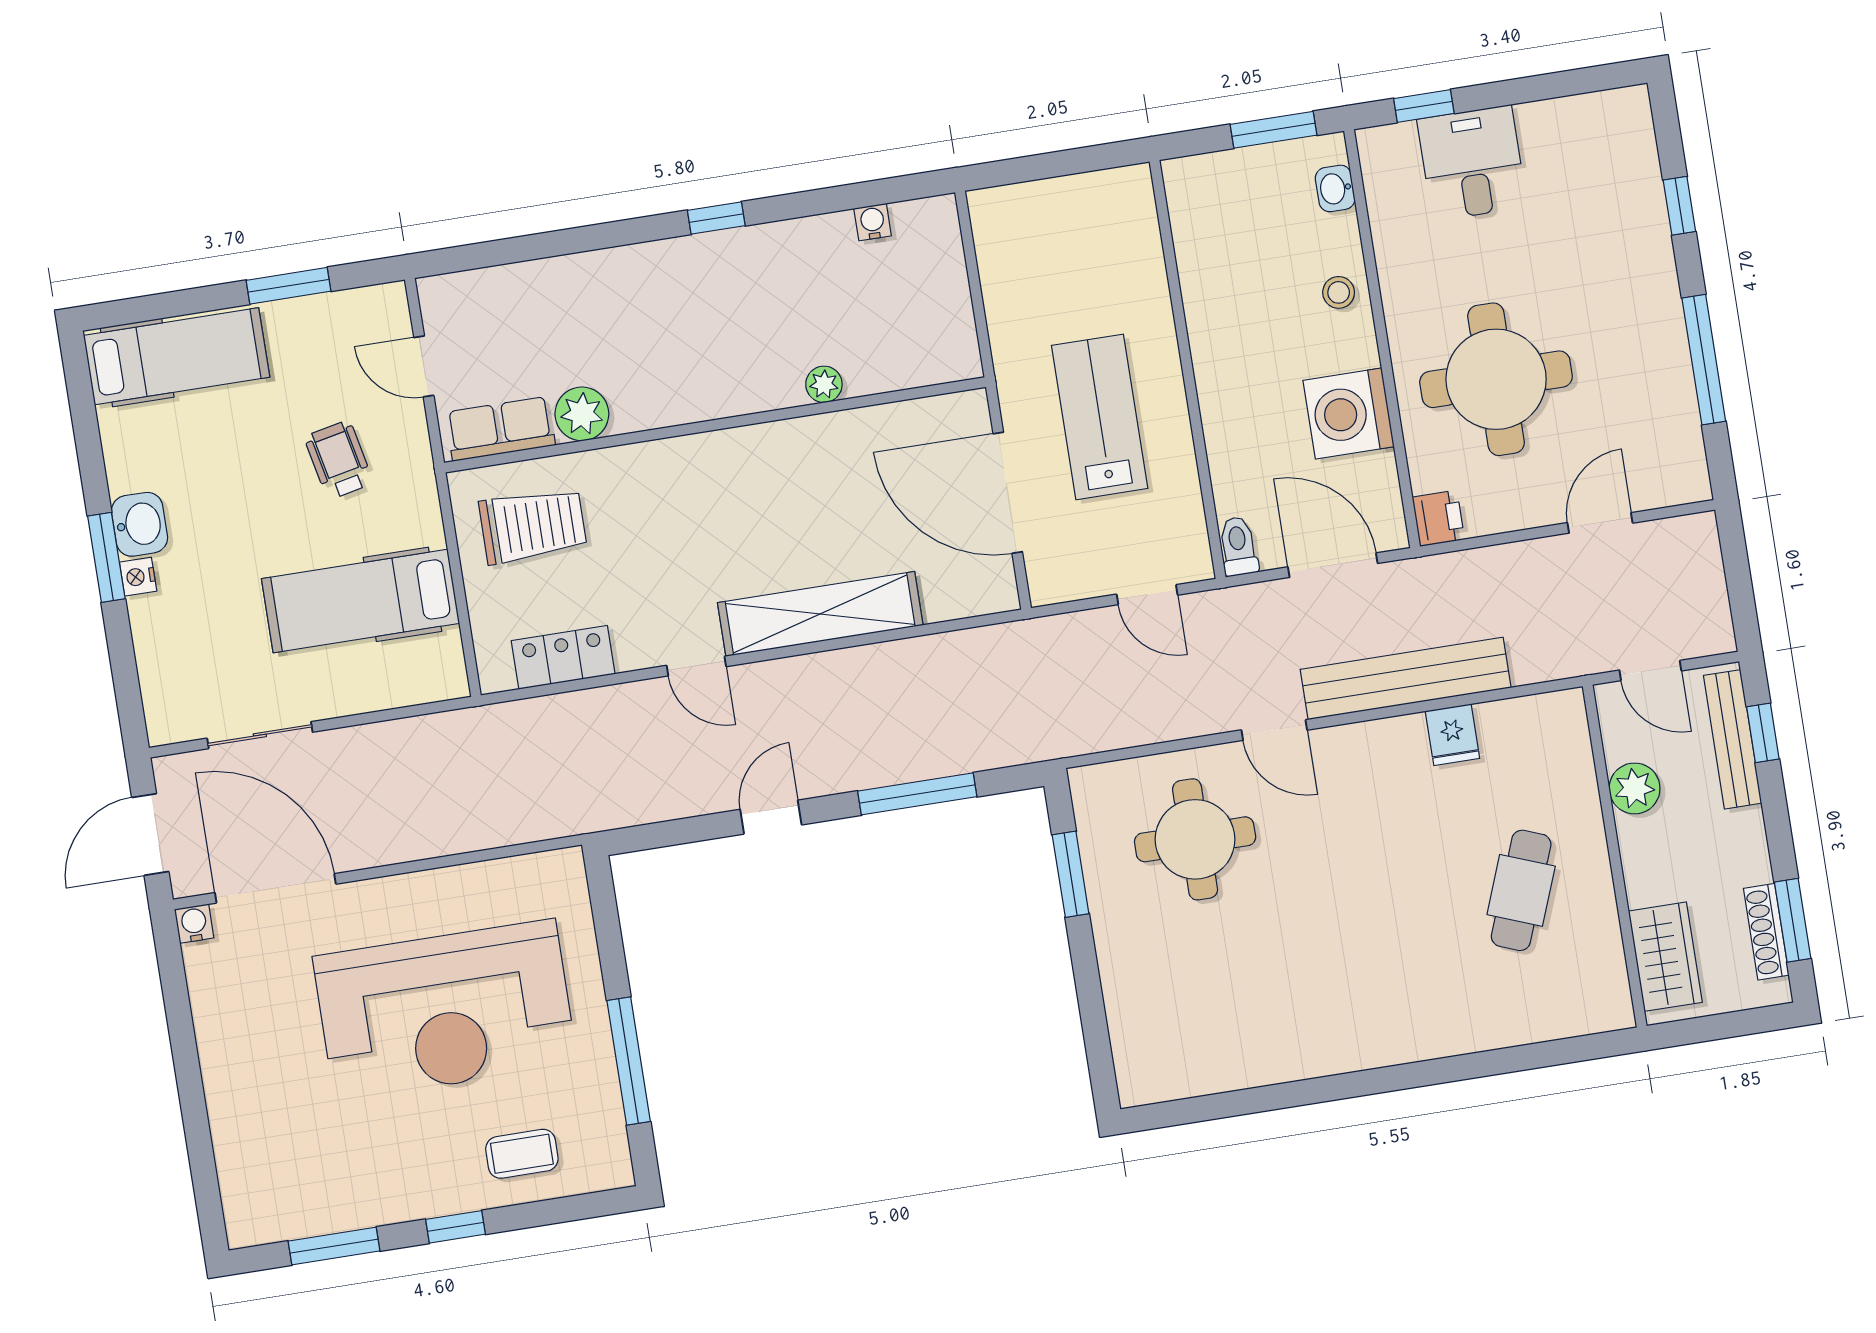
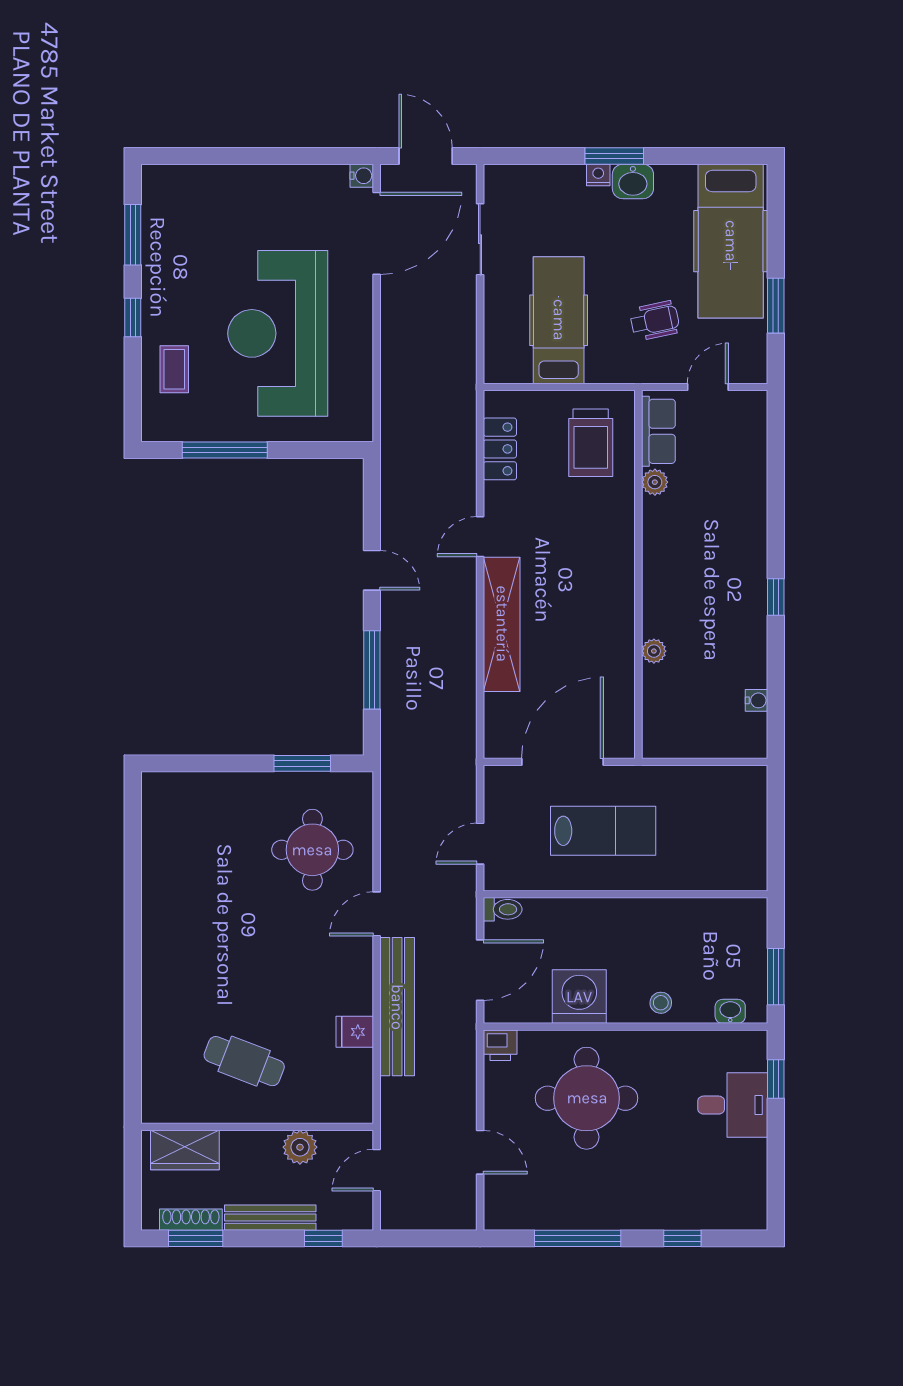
hospital bed: (177, 356) -> (731, 241), width x1.37, depth x1.29
plant: (582, 414) -> (655, 482), width x0.73, depth x0.73
bench: (1733, 739) -> (270, 1218), moved

